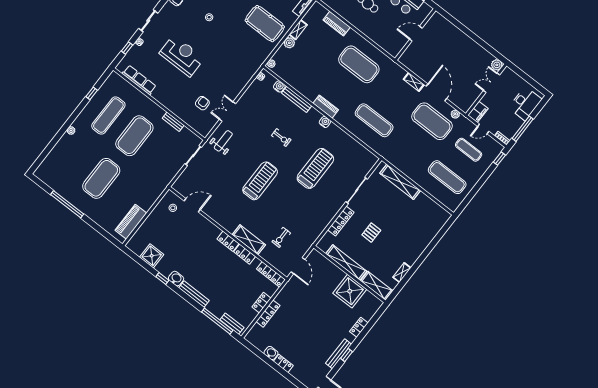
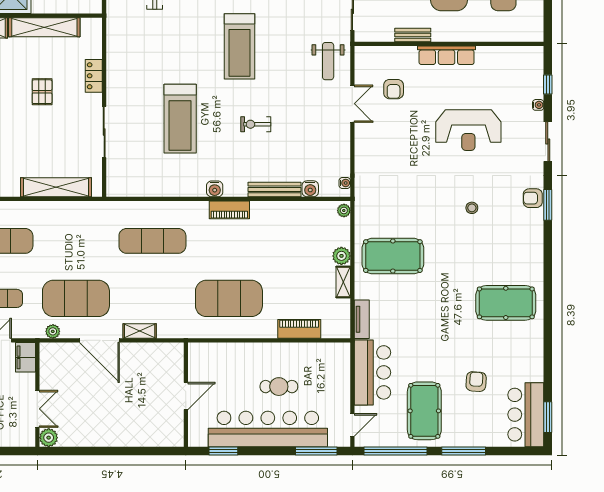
row of seats: (139, 80) -> (447, 55), moved
locker: (341, 221) -> (94, 76), width x0.66

